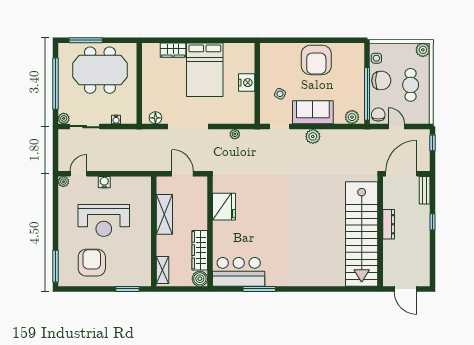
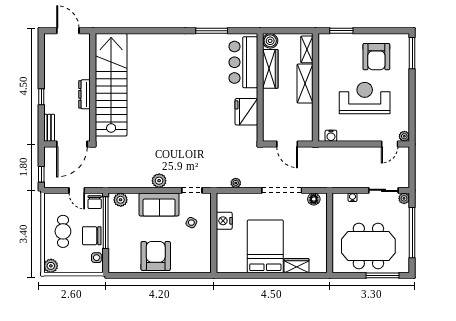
nightstand: (247, 83) -> (224, 221), moved
water cooler: (104, 182) -> (331, 136), moved
shelving: (164, 214) -> (305, 84), moved
bar counter: (239, 272) -> (243, 62), moved, turned 90

